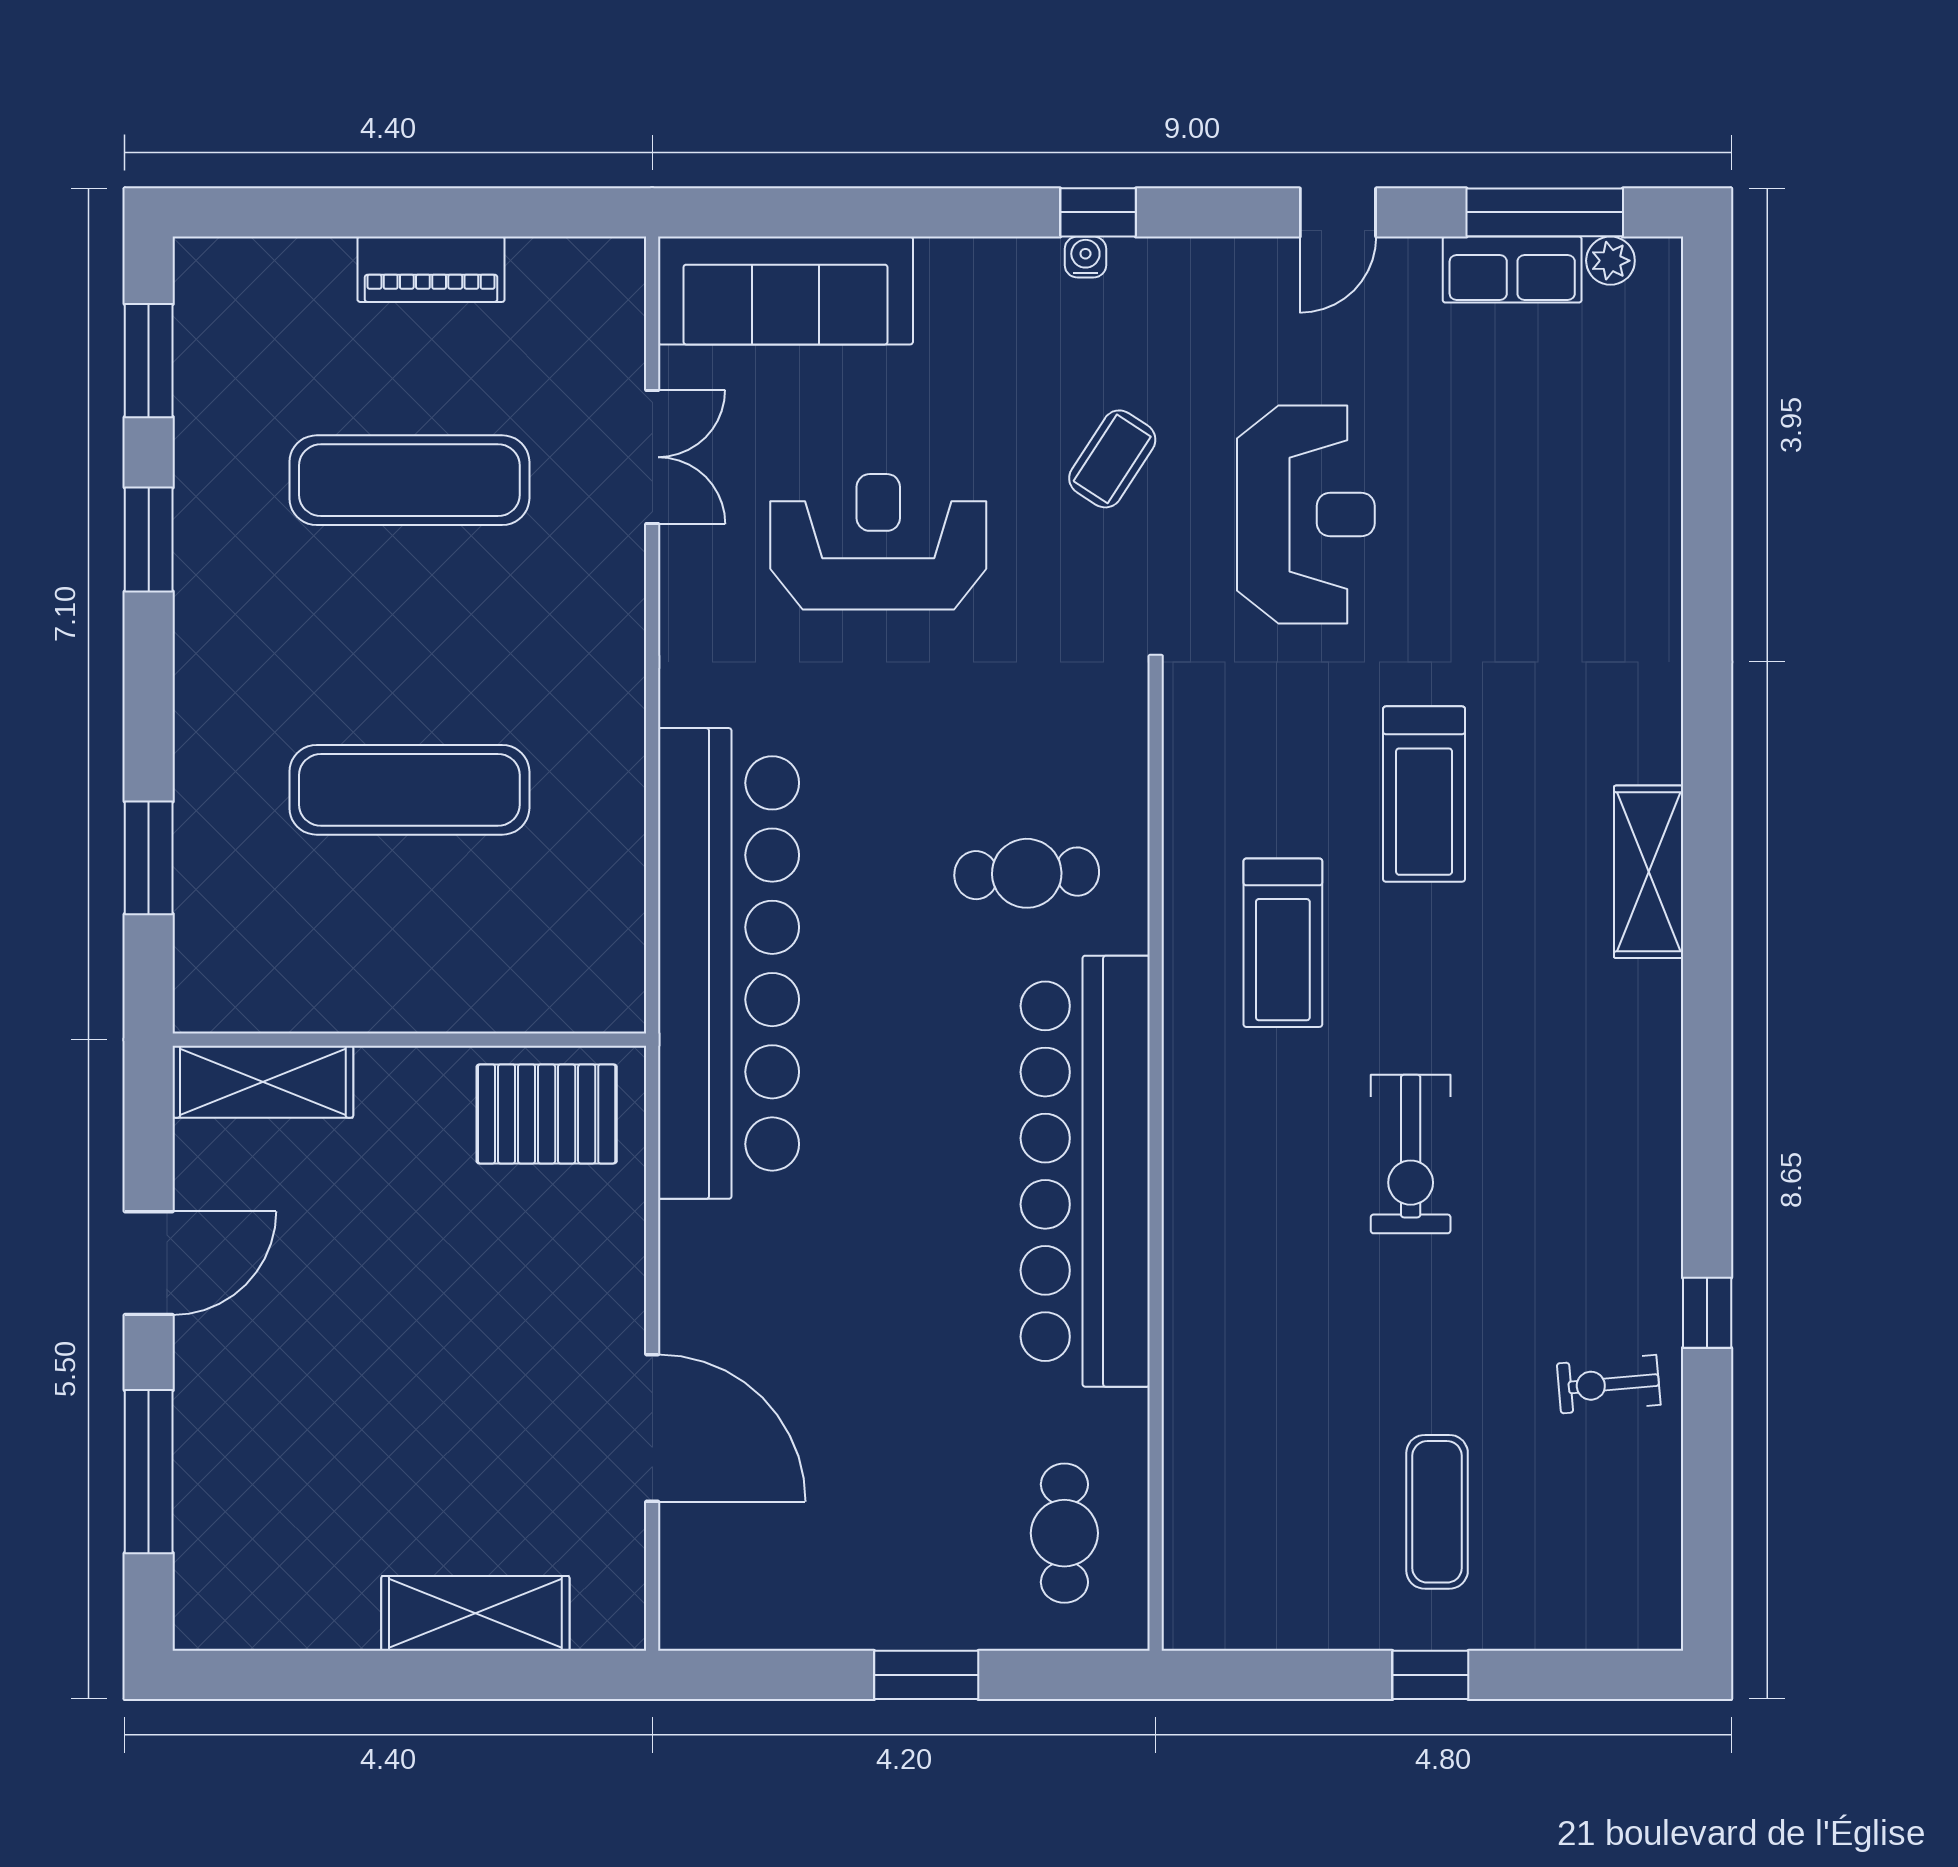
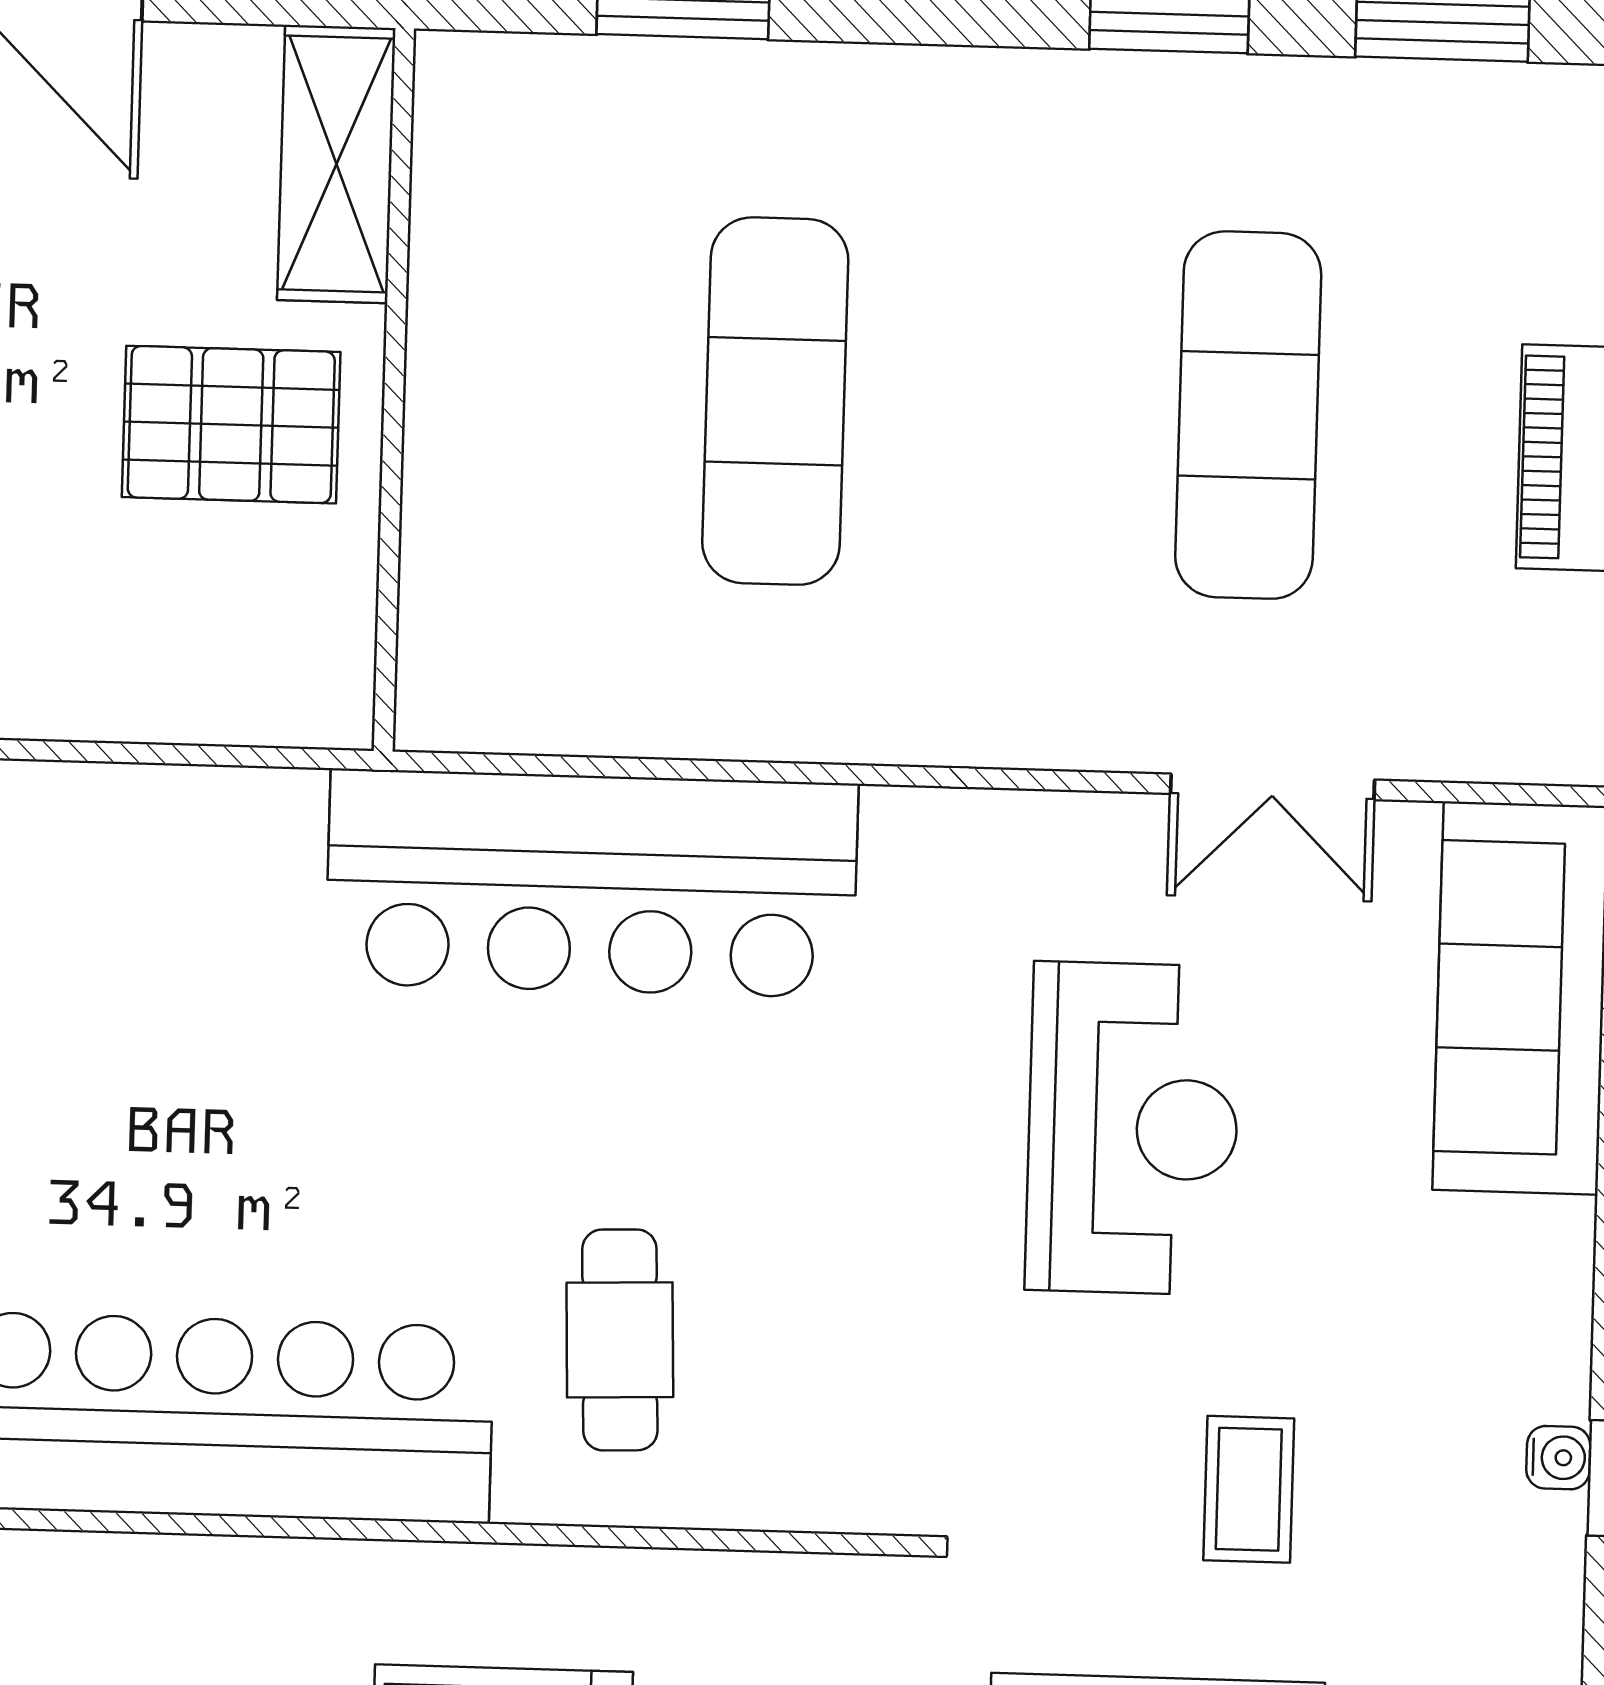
coffee table: (1112, 459) -> (1249, 1489), turned 57
bar counter: (729, 963) -> (592, 883), width x0.73
pallet: (547, 1114) -> (231, 425), moved, turned 90

